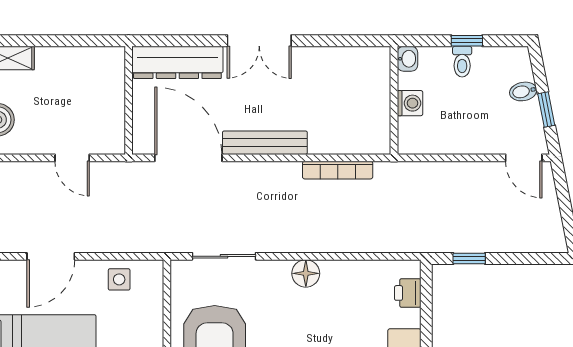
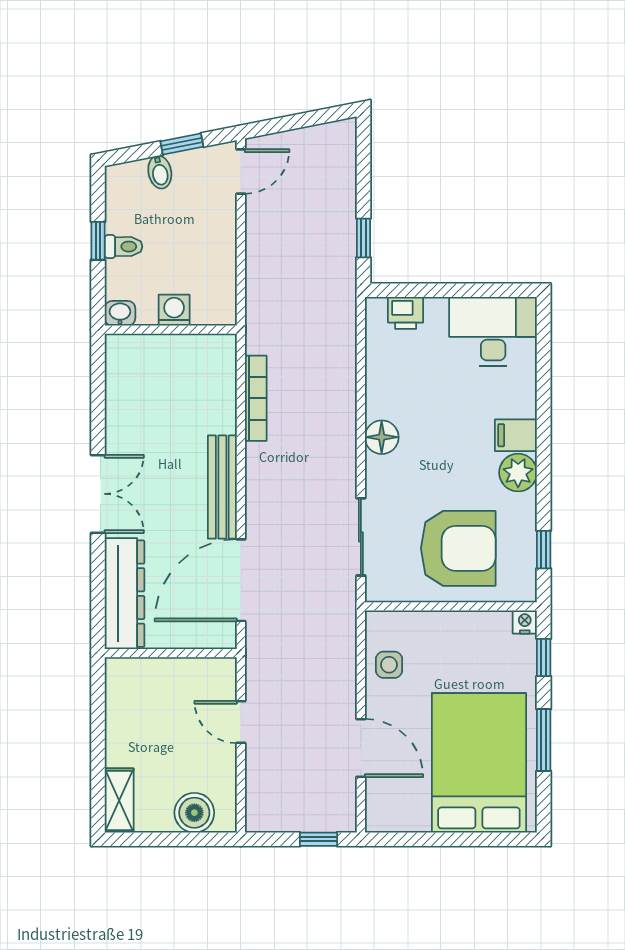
door: (72, 158) -> (241, 722), swing flipped

